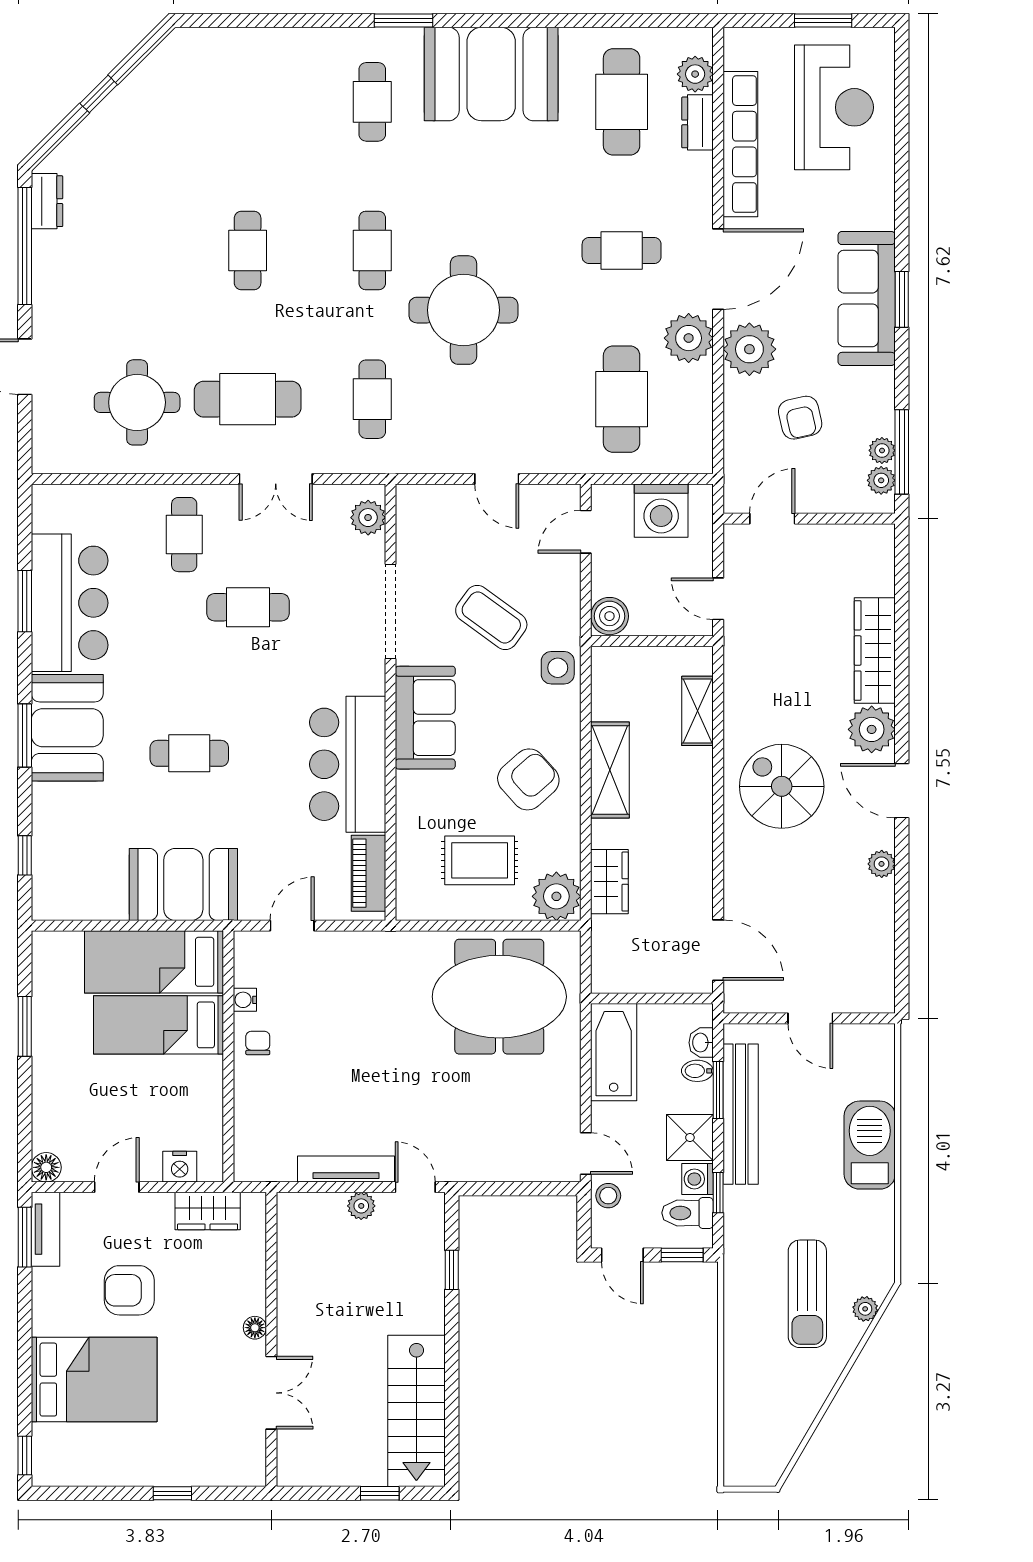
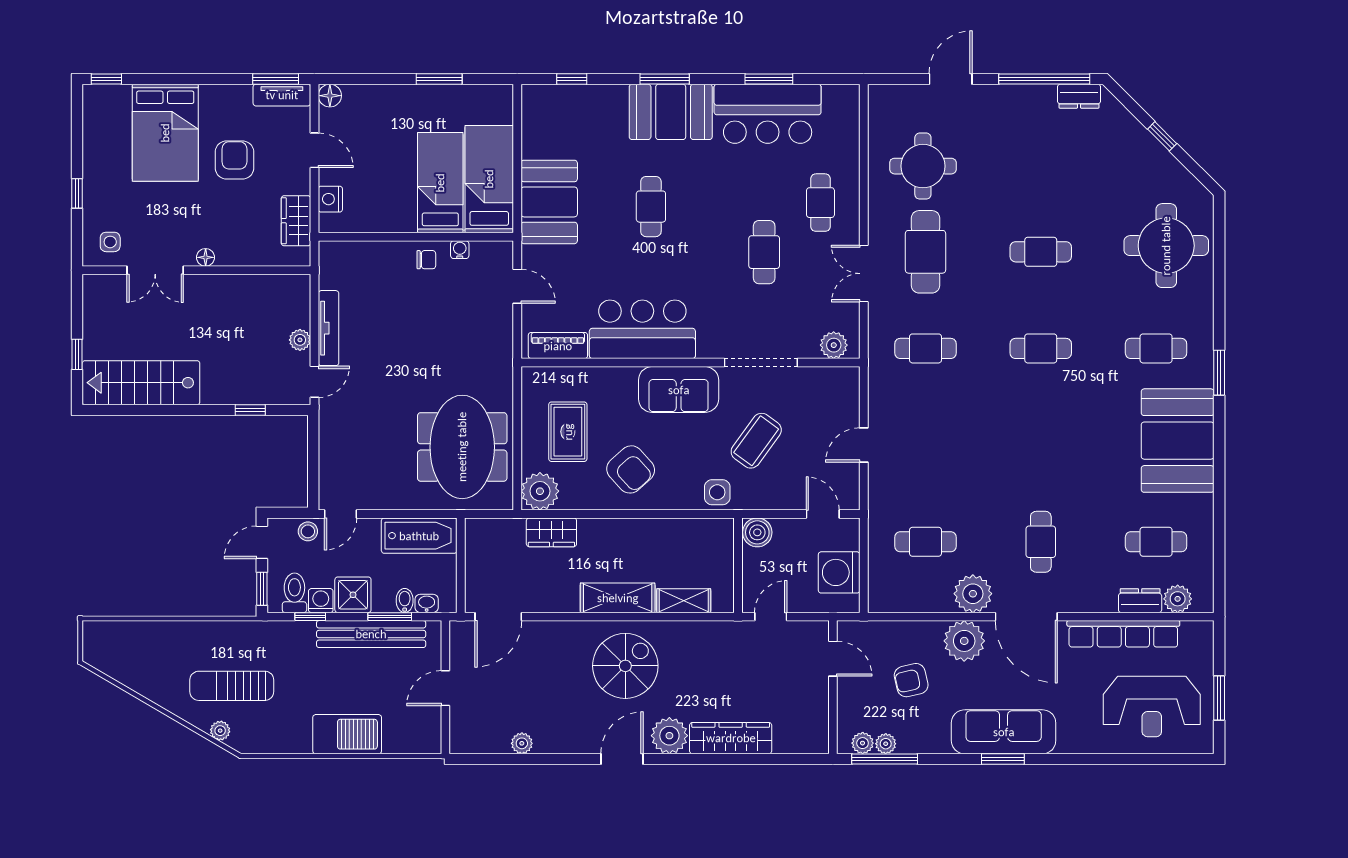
cafe table: (622, 102) -> (1156, 542), width x0.73, depth x0.74
round table: (463, 310) -> (1166, 246), moved
cafe table: (622, 399) -> (926, 542), width x0.73, depth x0.74
cafe table: (184, 535) -> (820, 203), turned 90
shelving: (610, 770) -> (618, 598), moved
plant: (882, 864) -> (522, 743), moved
side table: (235, 1451) -> (110, 242), added

